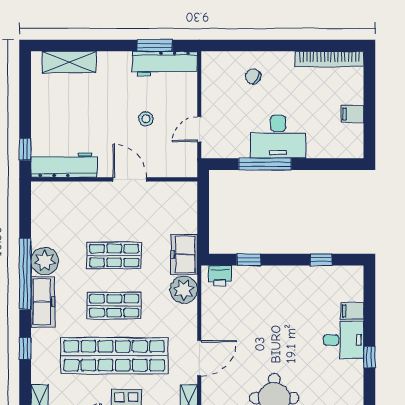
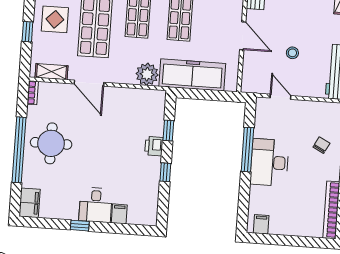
filing cabinet: (352, 114) -> (261, 224), moved
door: (130, 179) -> (243, 36), hinge flipped
freezer: (184, 254) -> (192, 75), width x1.91, depth x1.26
window: (321, 260) -> (165, 172), moved
printer: (220, 276) -> (154, 146), moved

